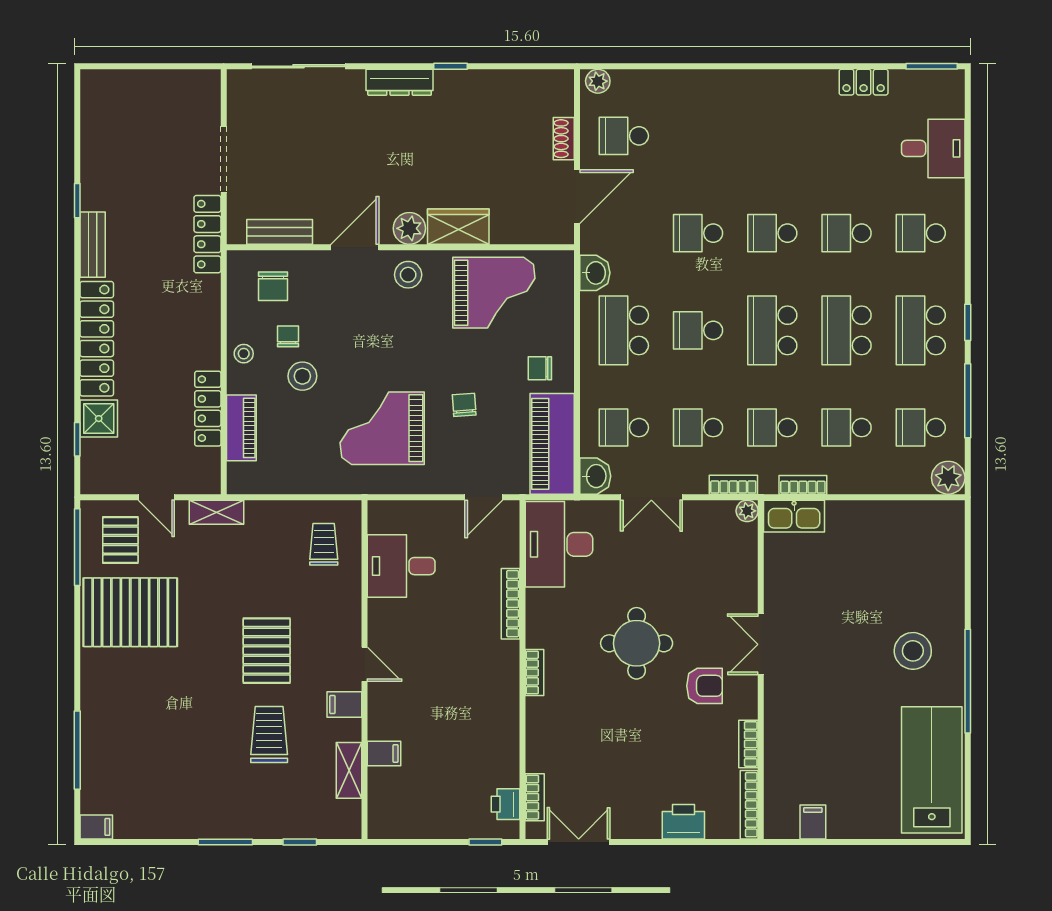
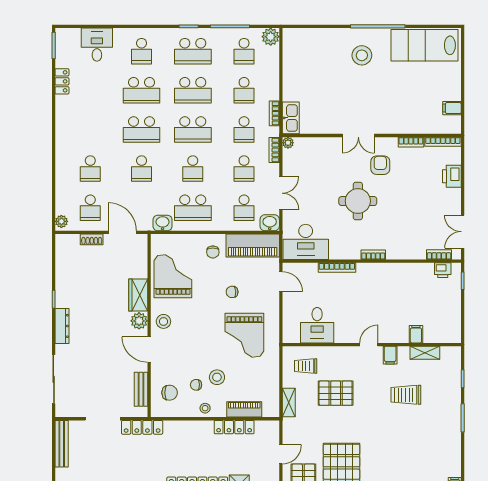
bench: (176, 82) -> (62, 444), added
school desk: (698, 136) -> (90, 169), added
school desk: (772, 233) -> (142, 129), width x1.85
school desk: (847, 233) -> (142, 90), width x1.85
shelving: (217, 512) -> (289, 403), moved
pallet: (267, 651) -> (336, 393), moved

